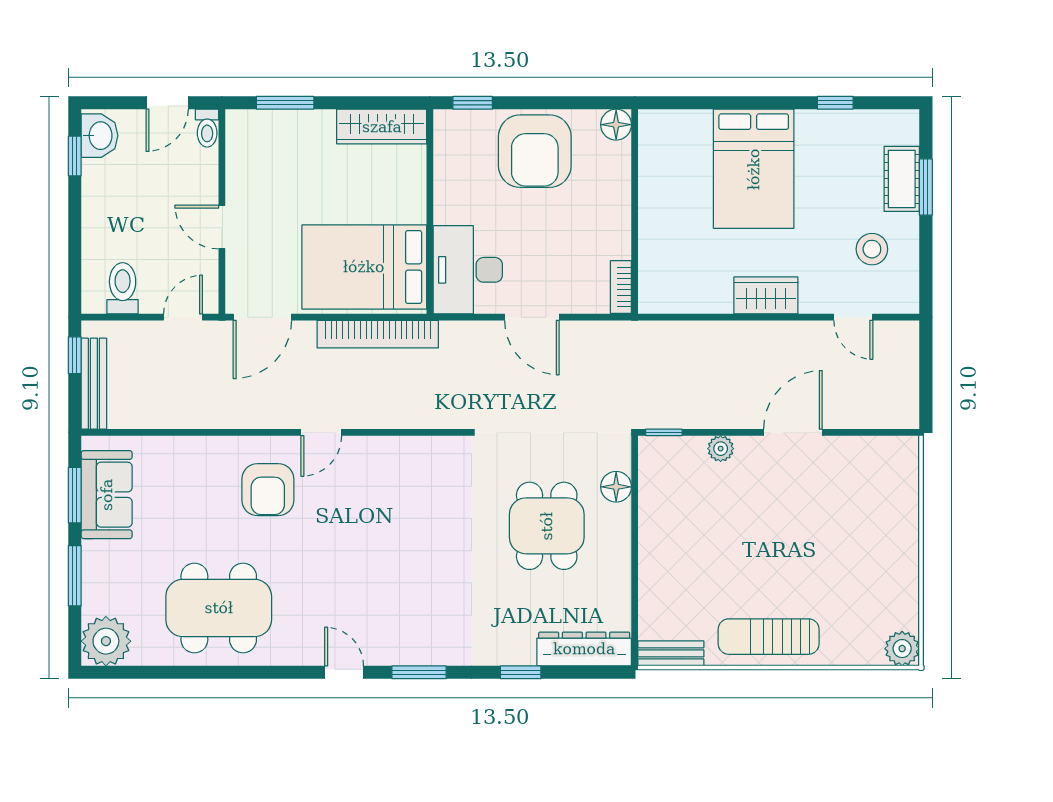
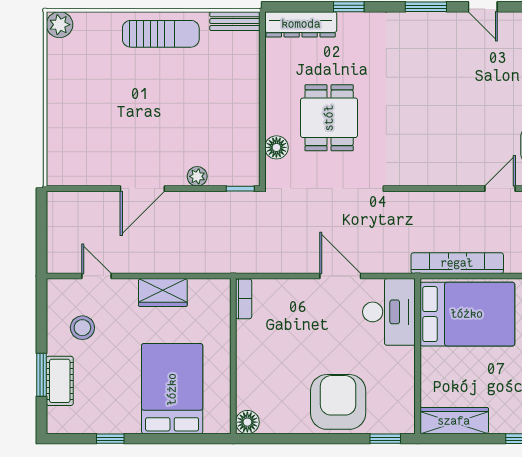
floor lamp: (616, 125) -> (247, 422), moved
wall: (635, 212) -> (233, 356), moved
bookcase: (621, 287) -> (244, 299), moved

